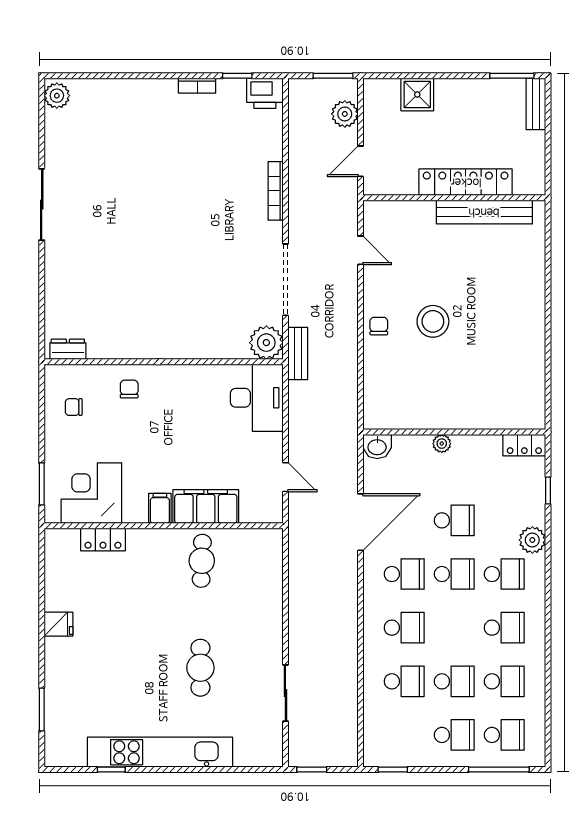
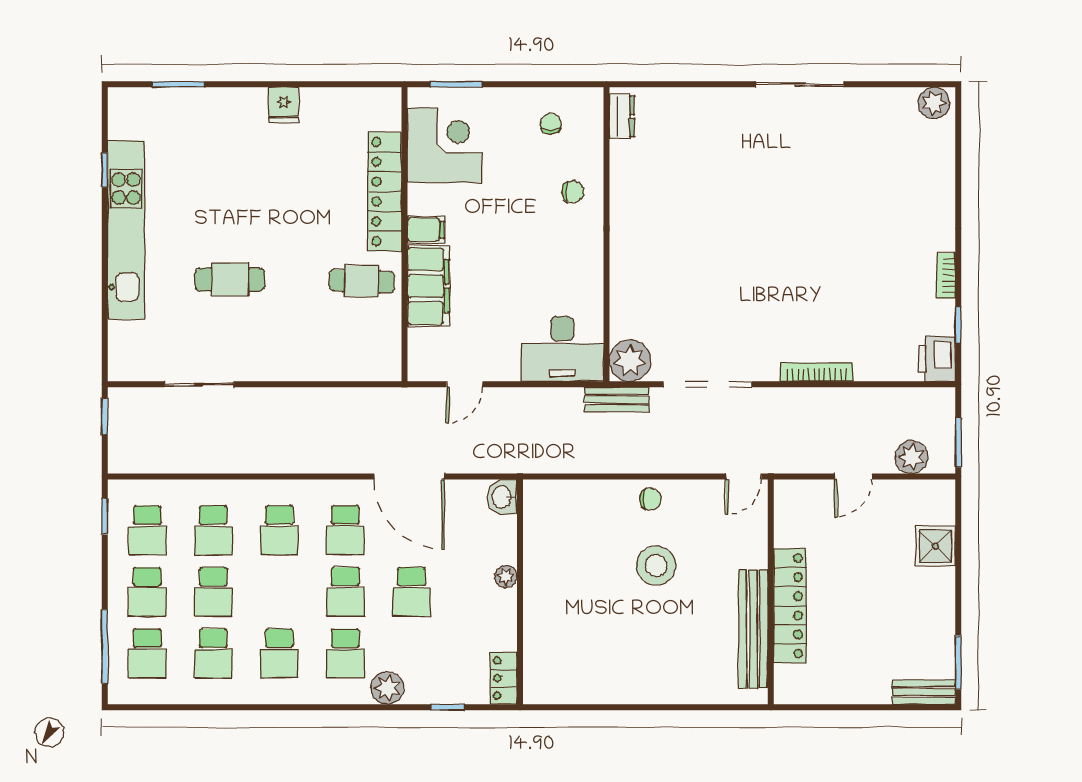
door: (360, 161) -> (853, 476), swing flipped
locker: (466, 182) -> (790, 606), moved
wall: (454, 198) -> (771, 592), moved
bench: (484, 212) -> (753, 629), moved
locker: (103, 540) -> (385, 192), width x2.16, depth x1.21
school desk: (404, 735) -> (147, 530), added

